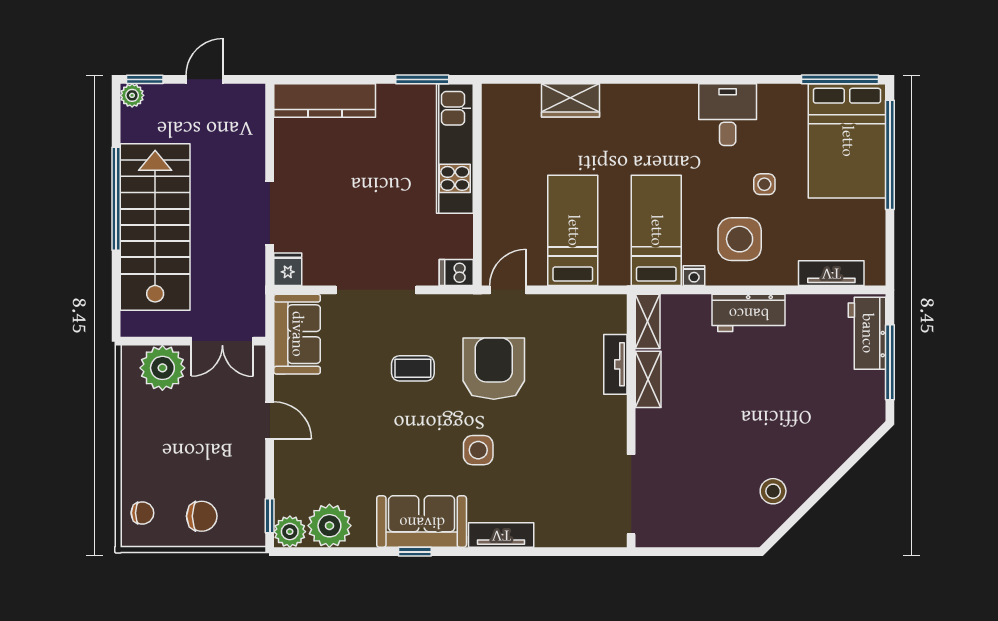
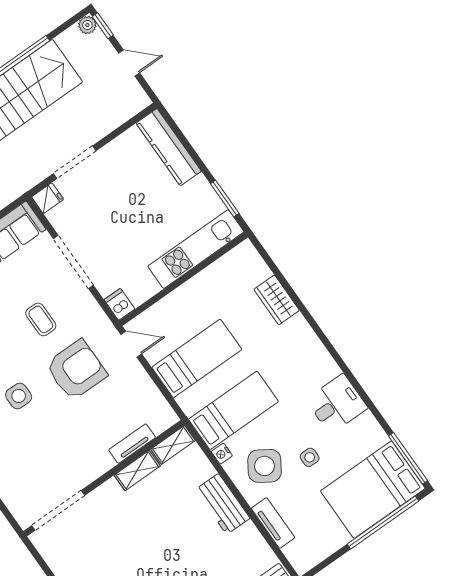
side table: (740, 239) -> (265, 466), turned 33
tv unit: (831, 273) -> (273, 523), moved

